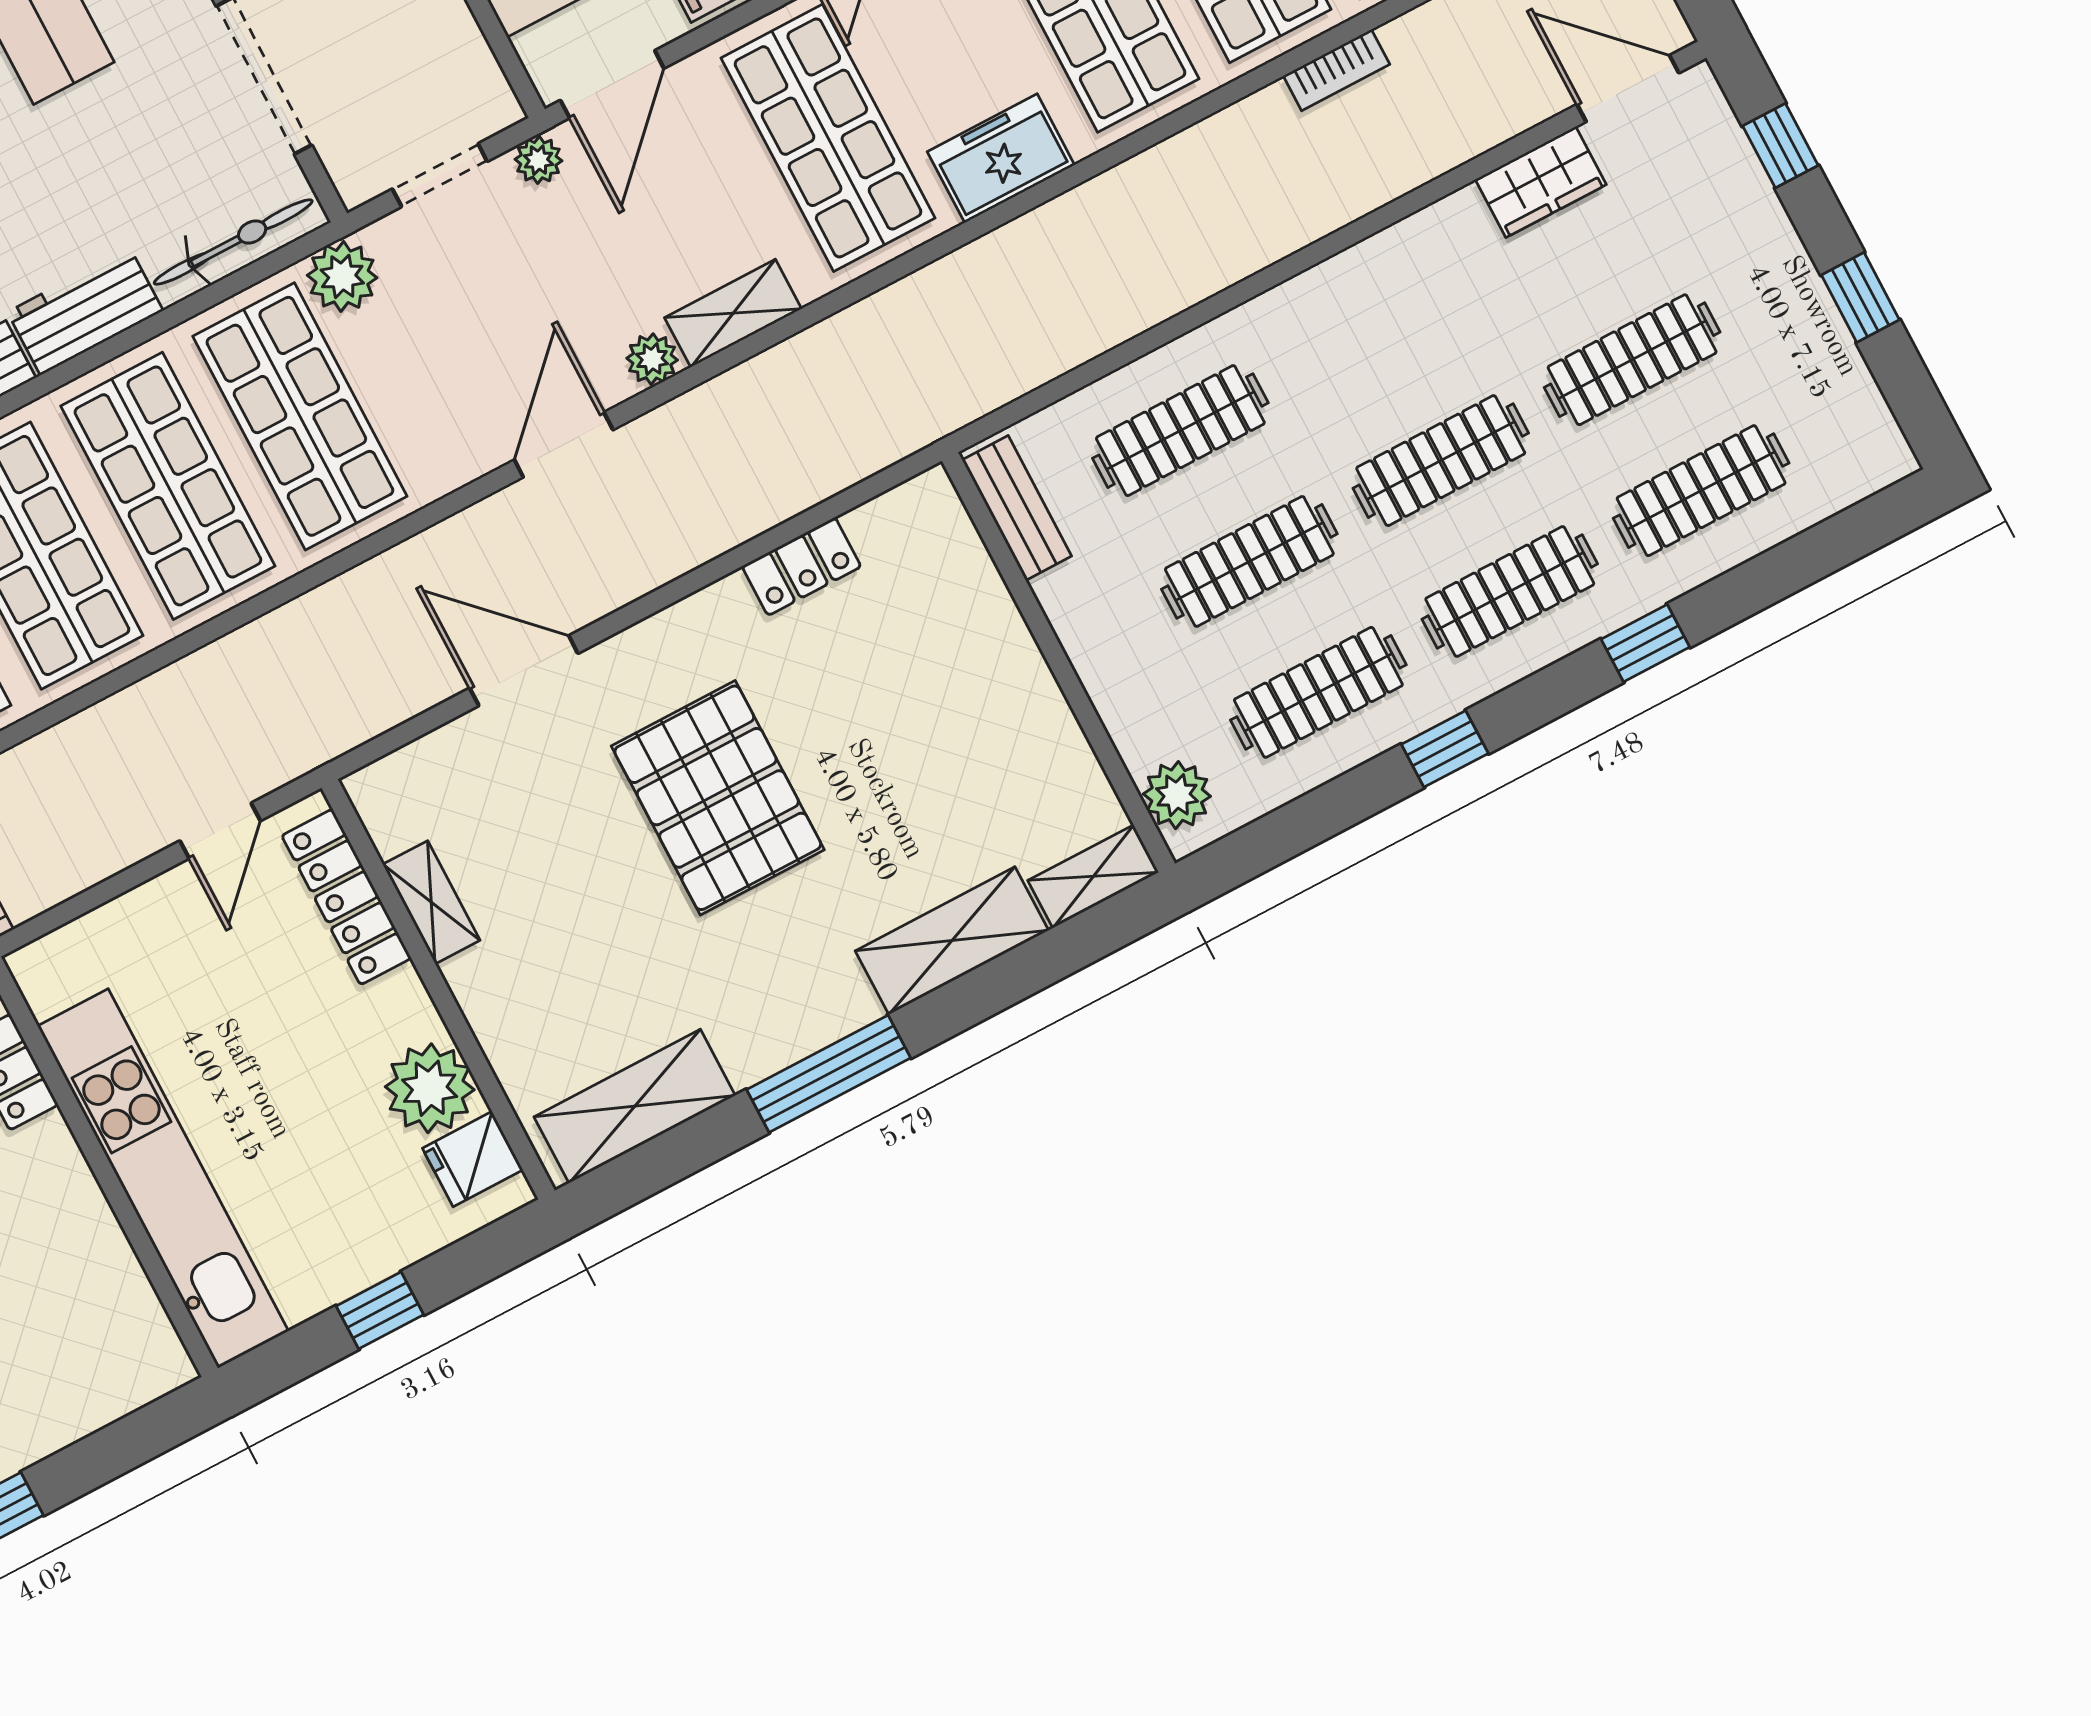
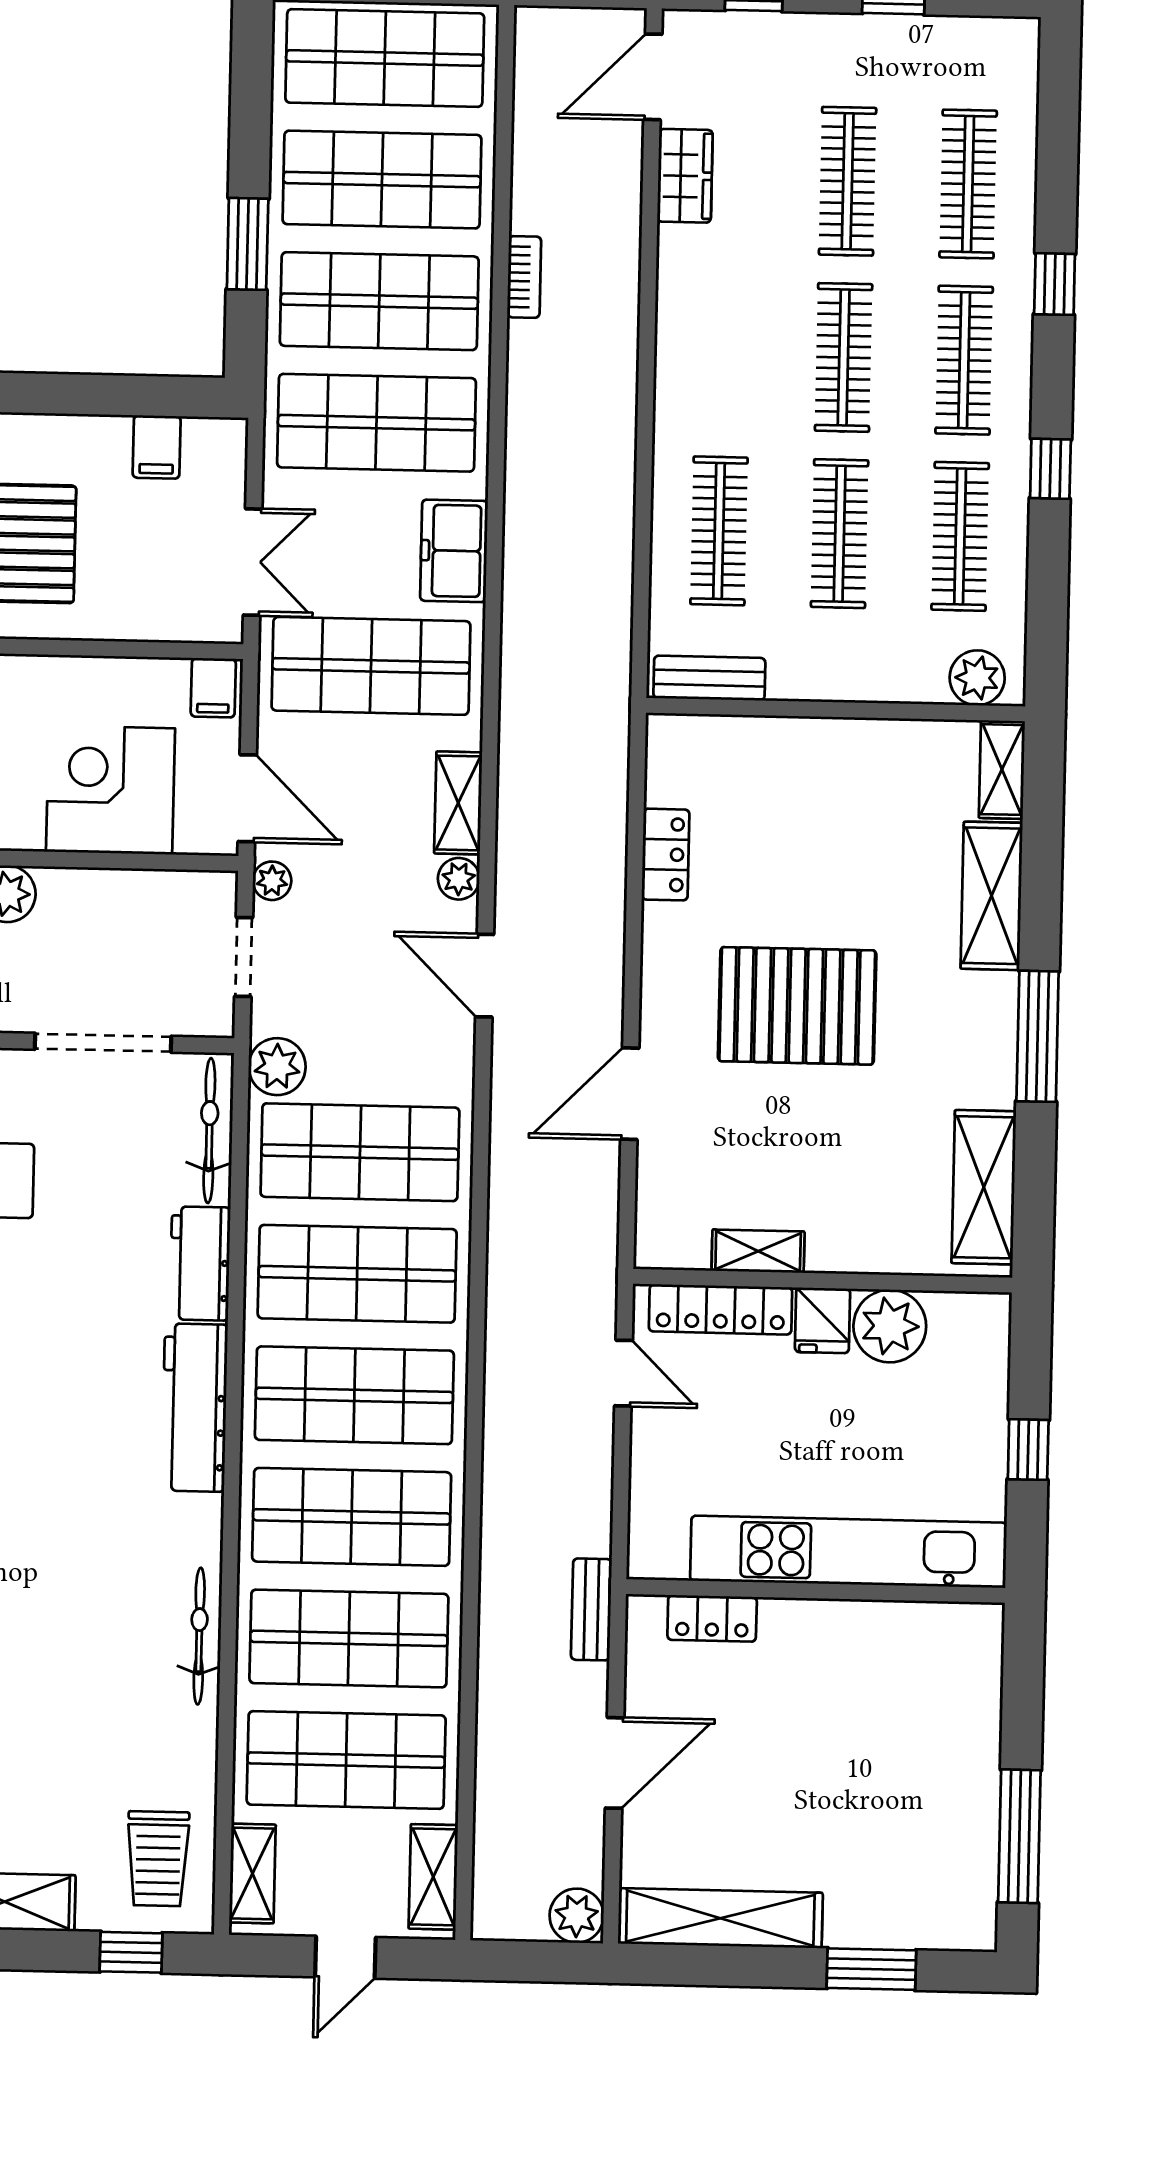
fridge: (473, 1159) -> (823, 1320), moved

